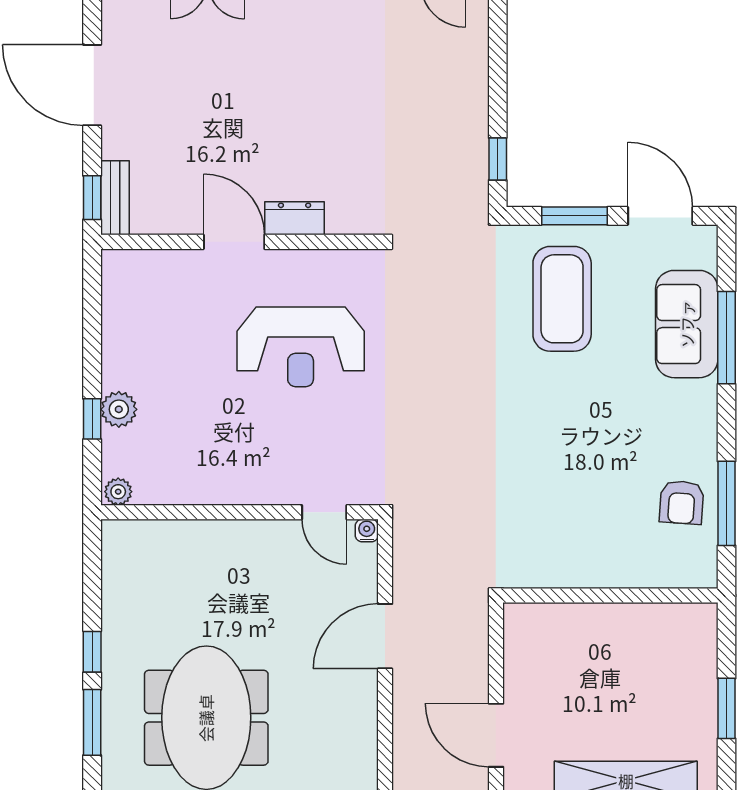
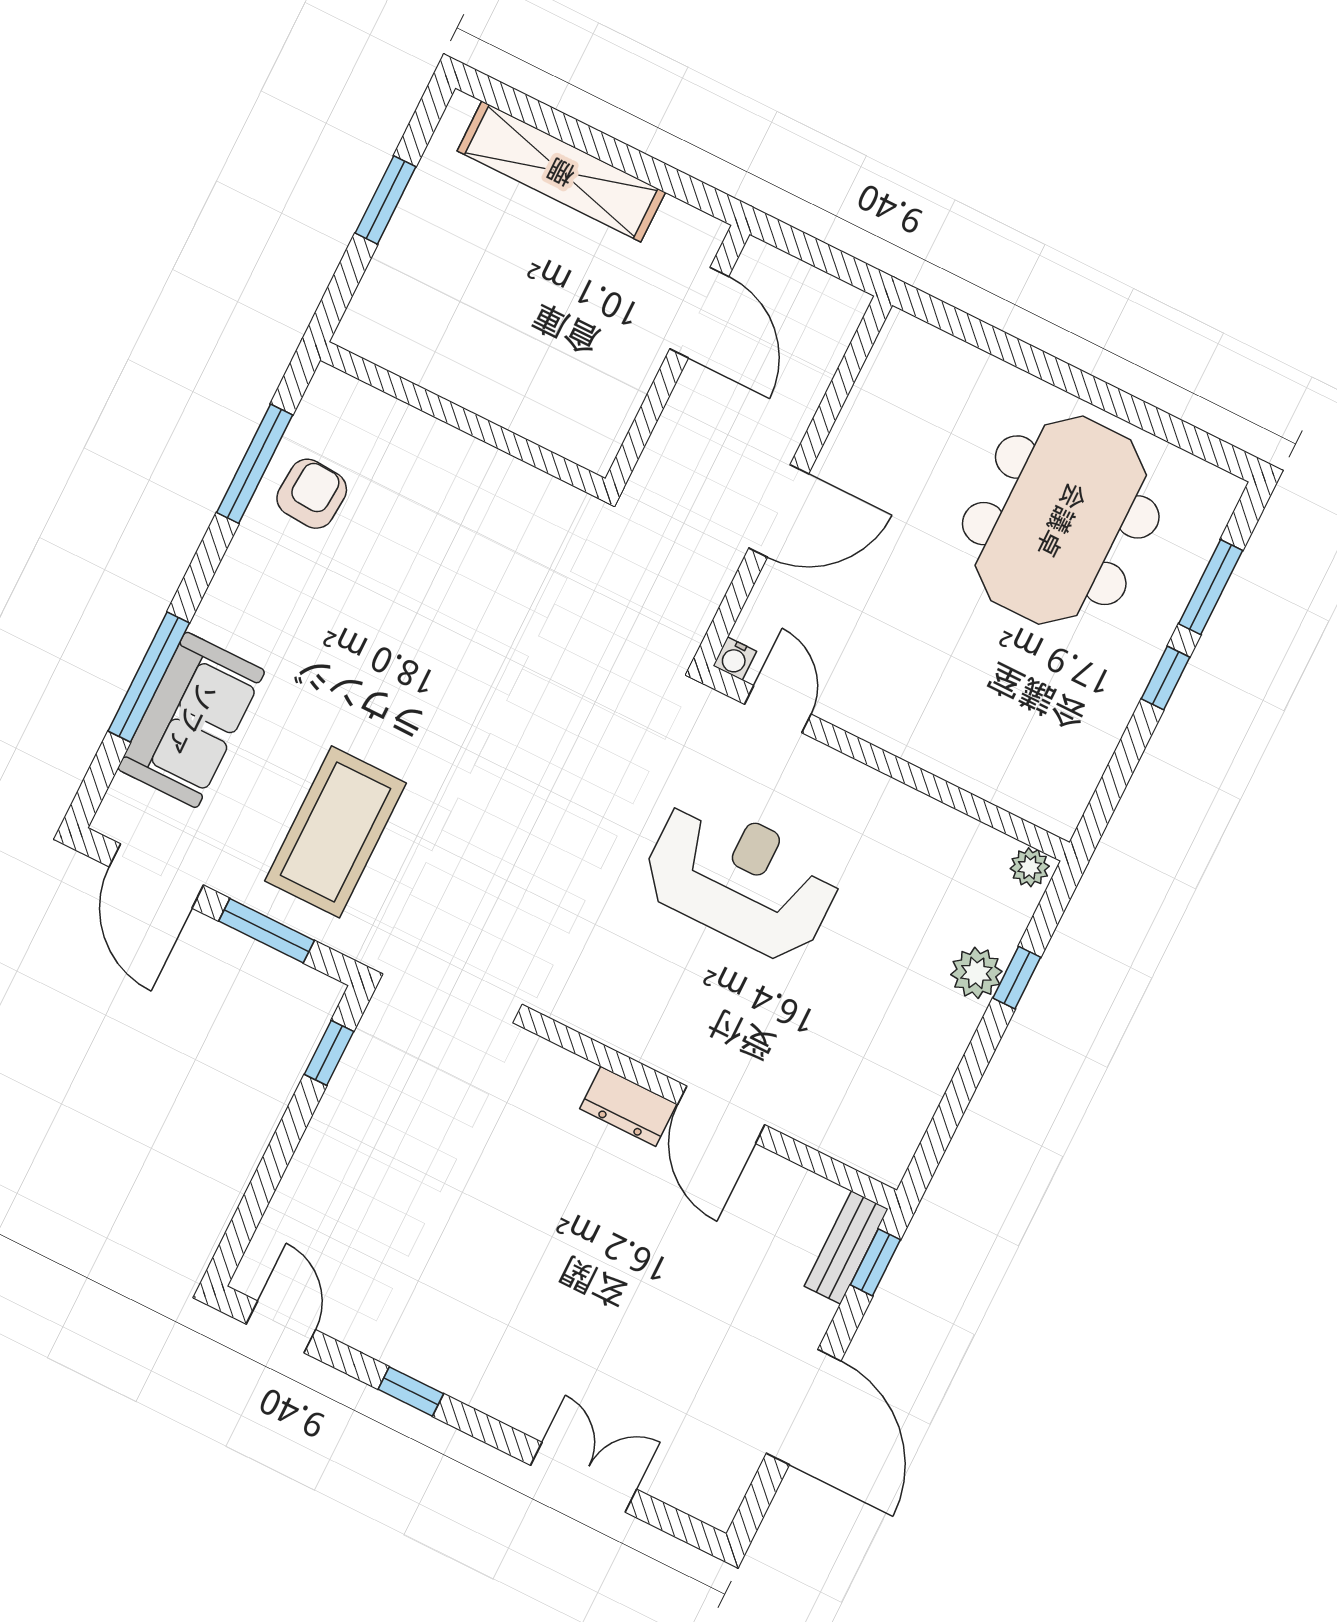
reception desk: (301, 347) -> (741, 879), moved

